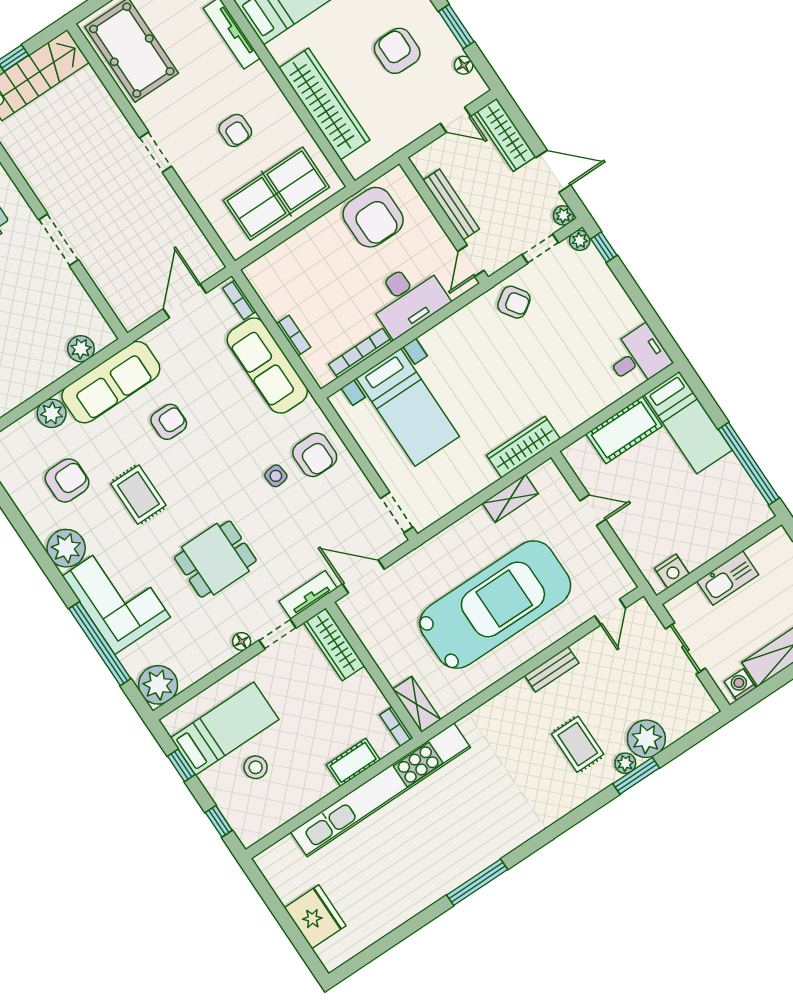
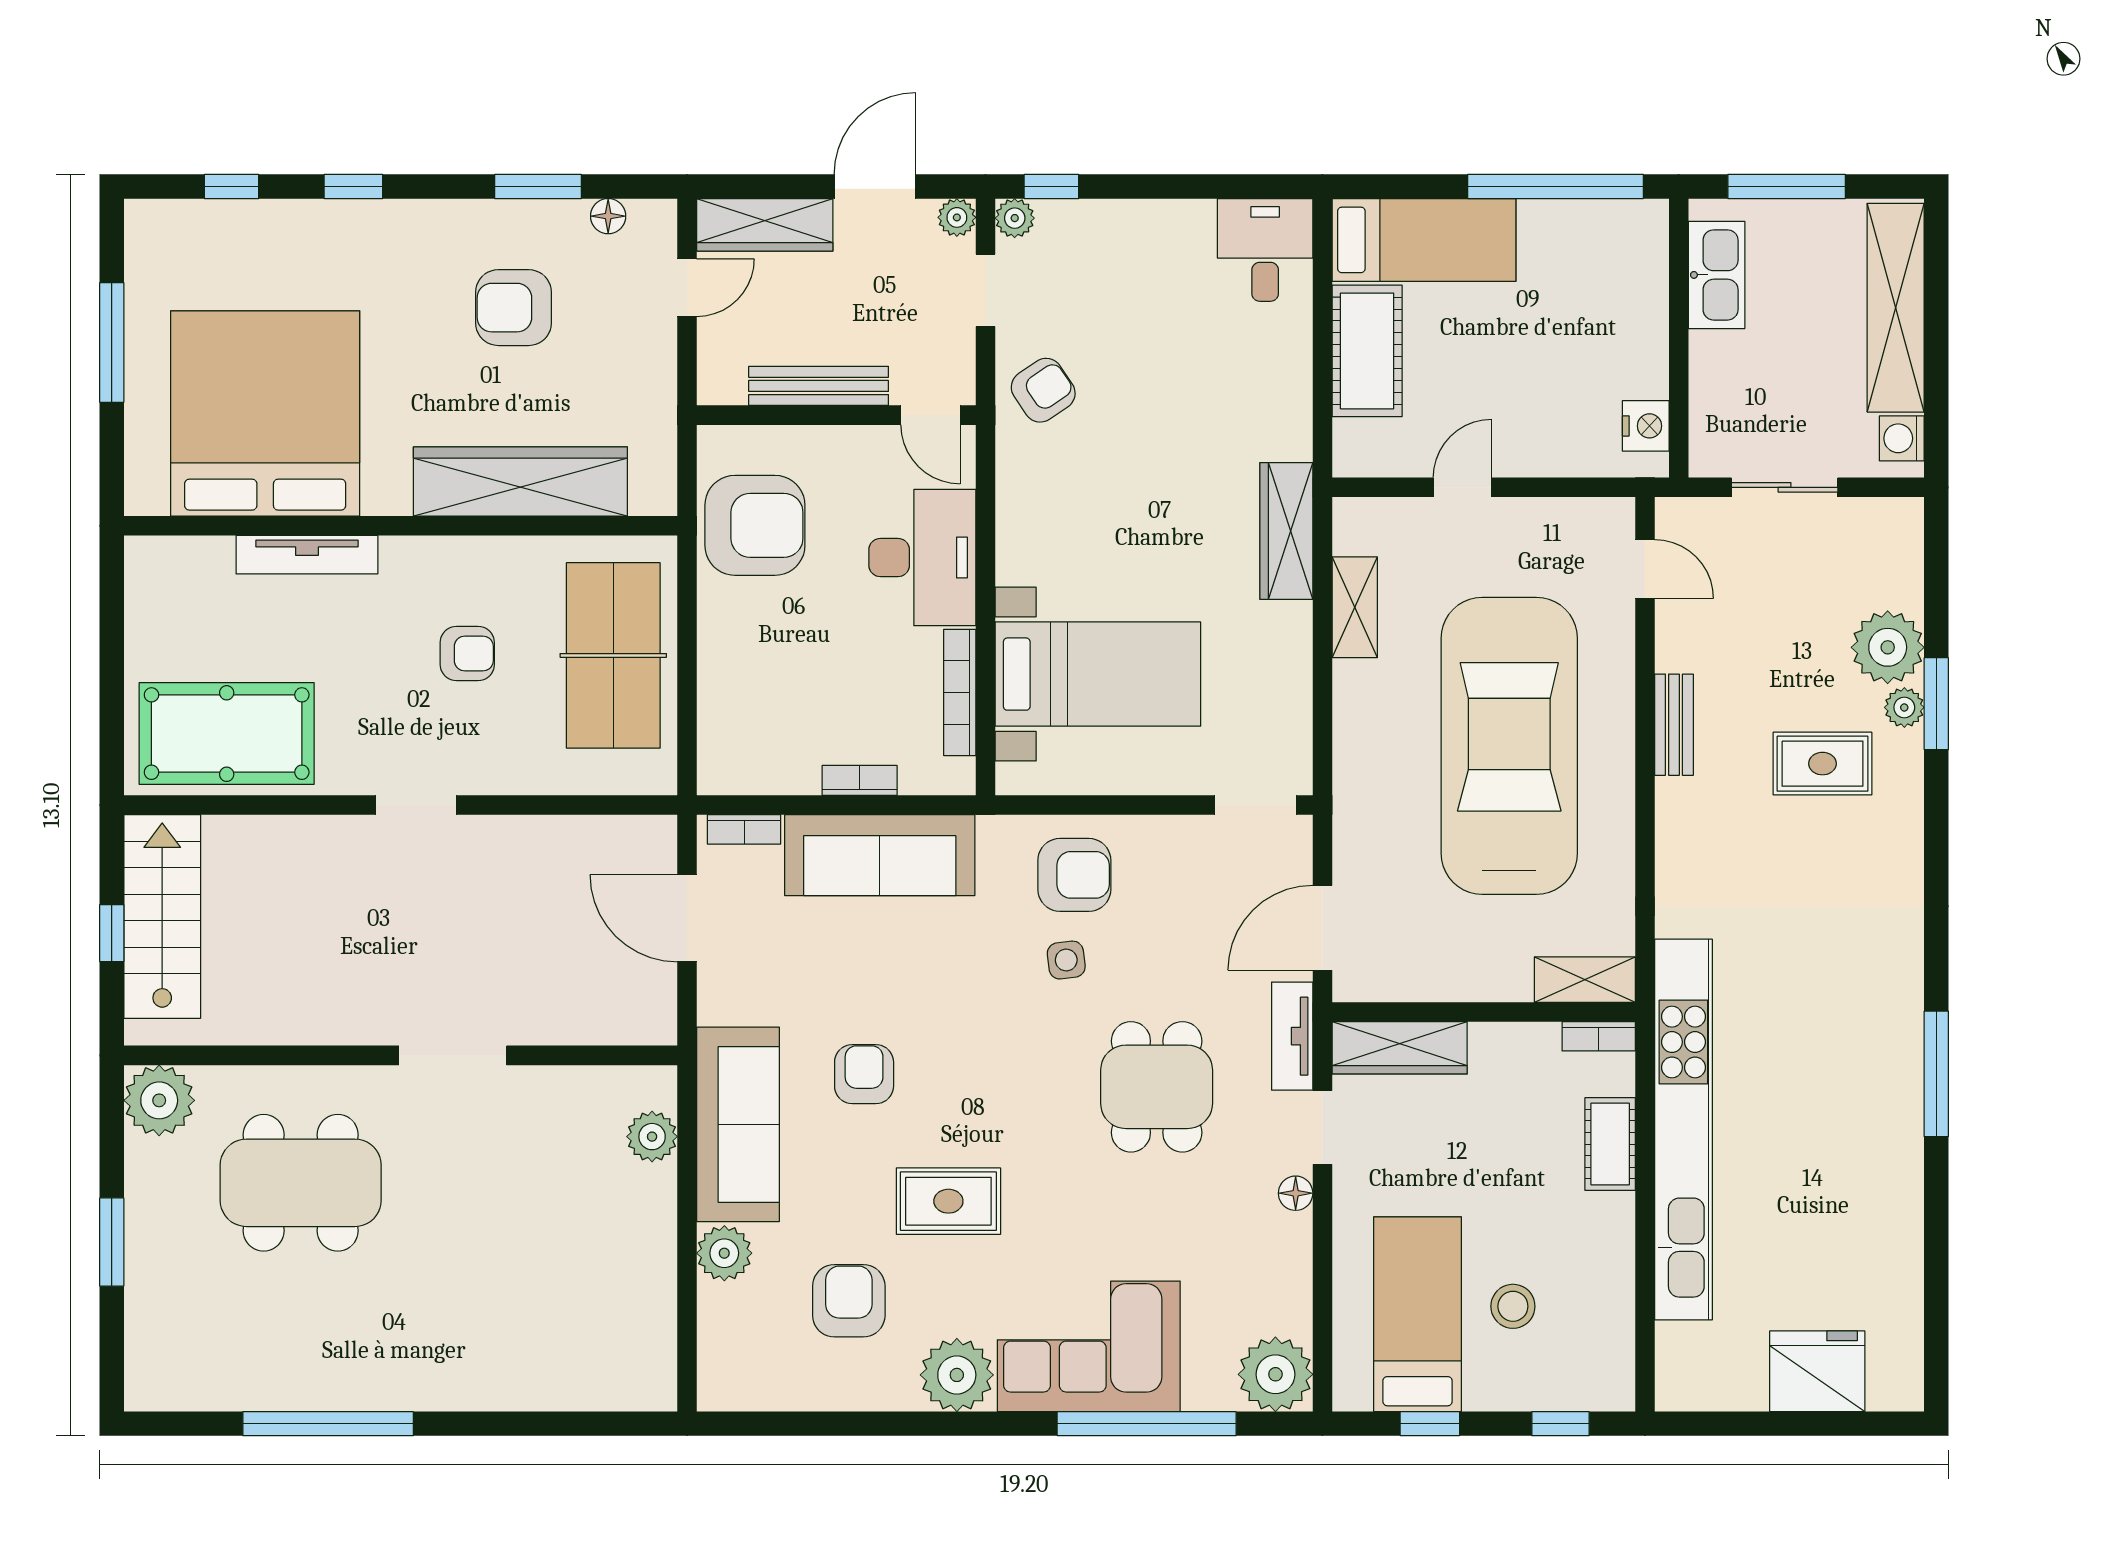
dining table: (215, 559) -> (1157, 1087), moved
kitchen sink: (728, 578) -> (1717, 275), moved

